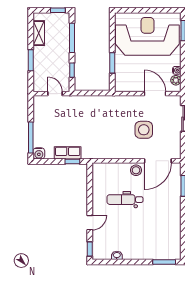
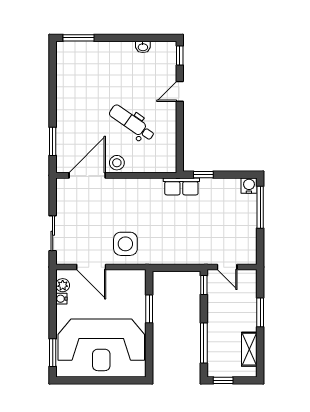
window: (72, 70) -> (204, 285), moved
side table: (144, 130) -> (125, 244), moved
row of seats: (68, 153) -> (181, 186), moved
dental chair: (125, 200) -> (132, 123), turned -145

